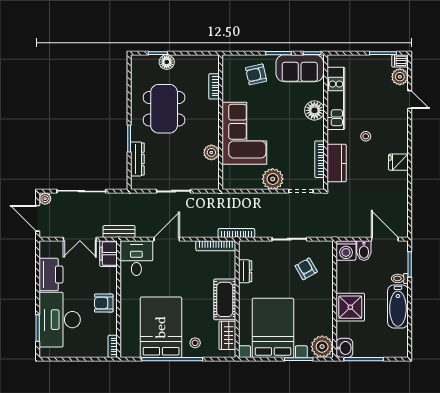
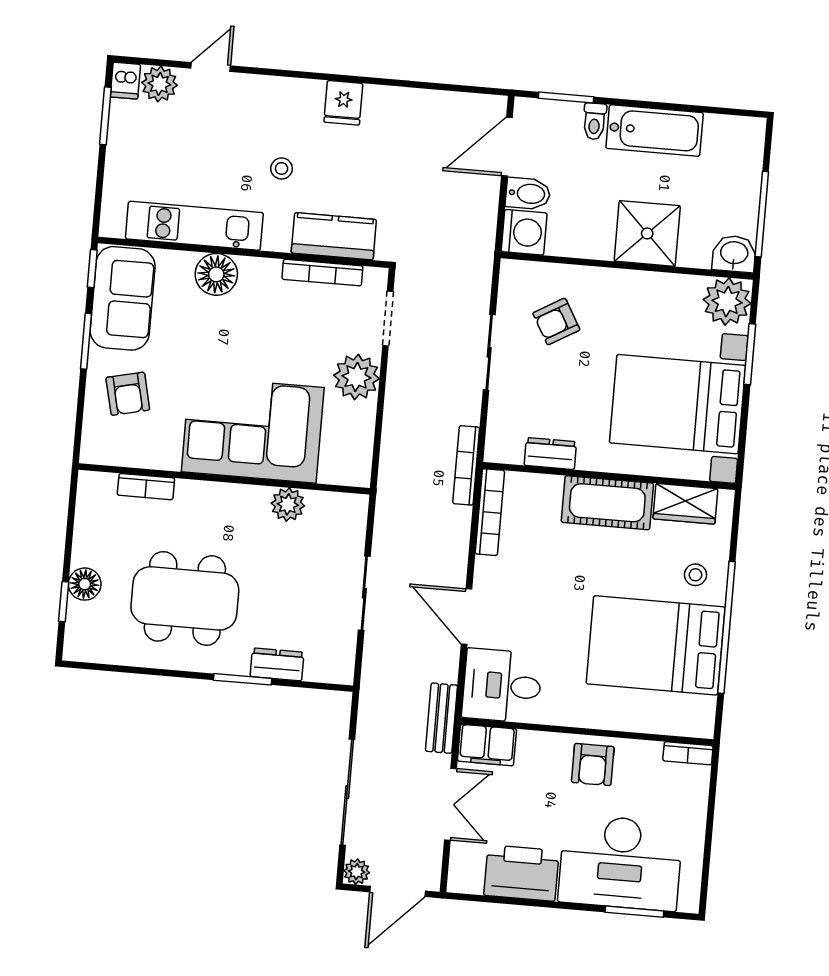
dresser: (137, 159) -> (277, 664), width x0.70

